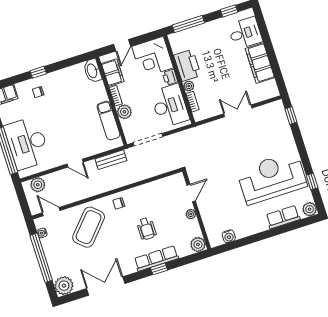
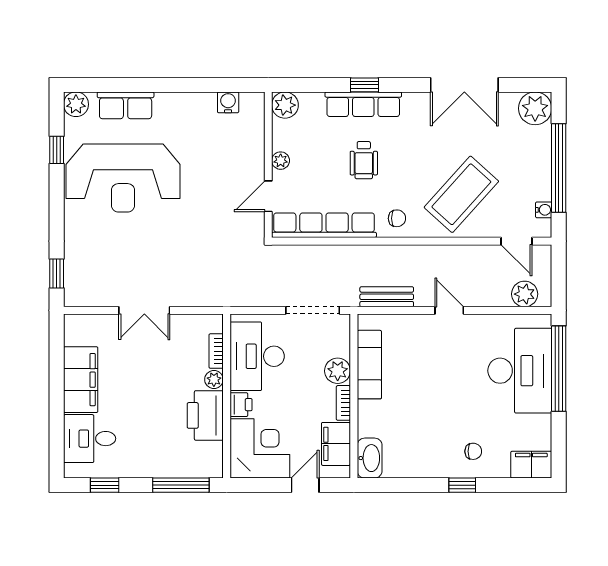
row of seats: (157, 187) -> (324, 225), added
wheelchair: (146, 229) -> (364, 160), turned 180

